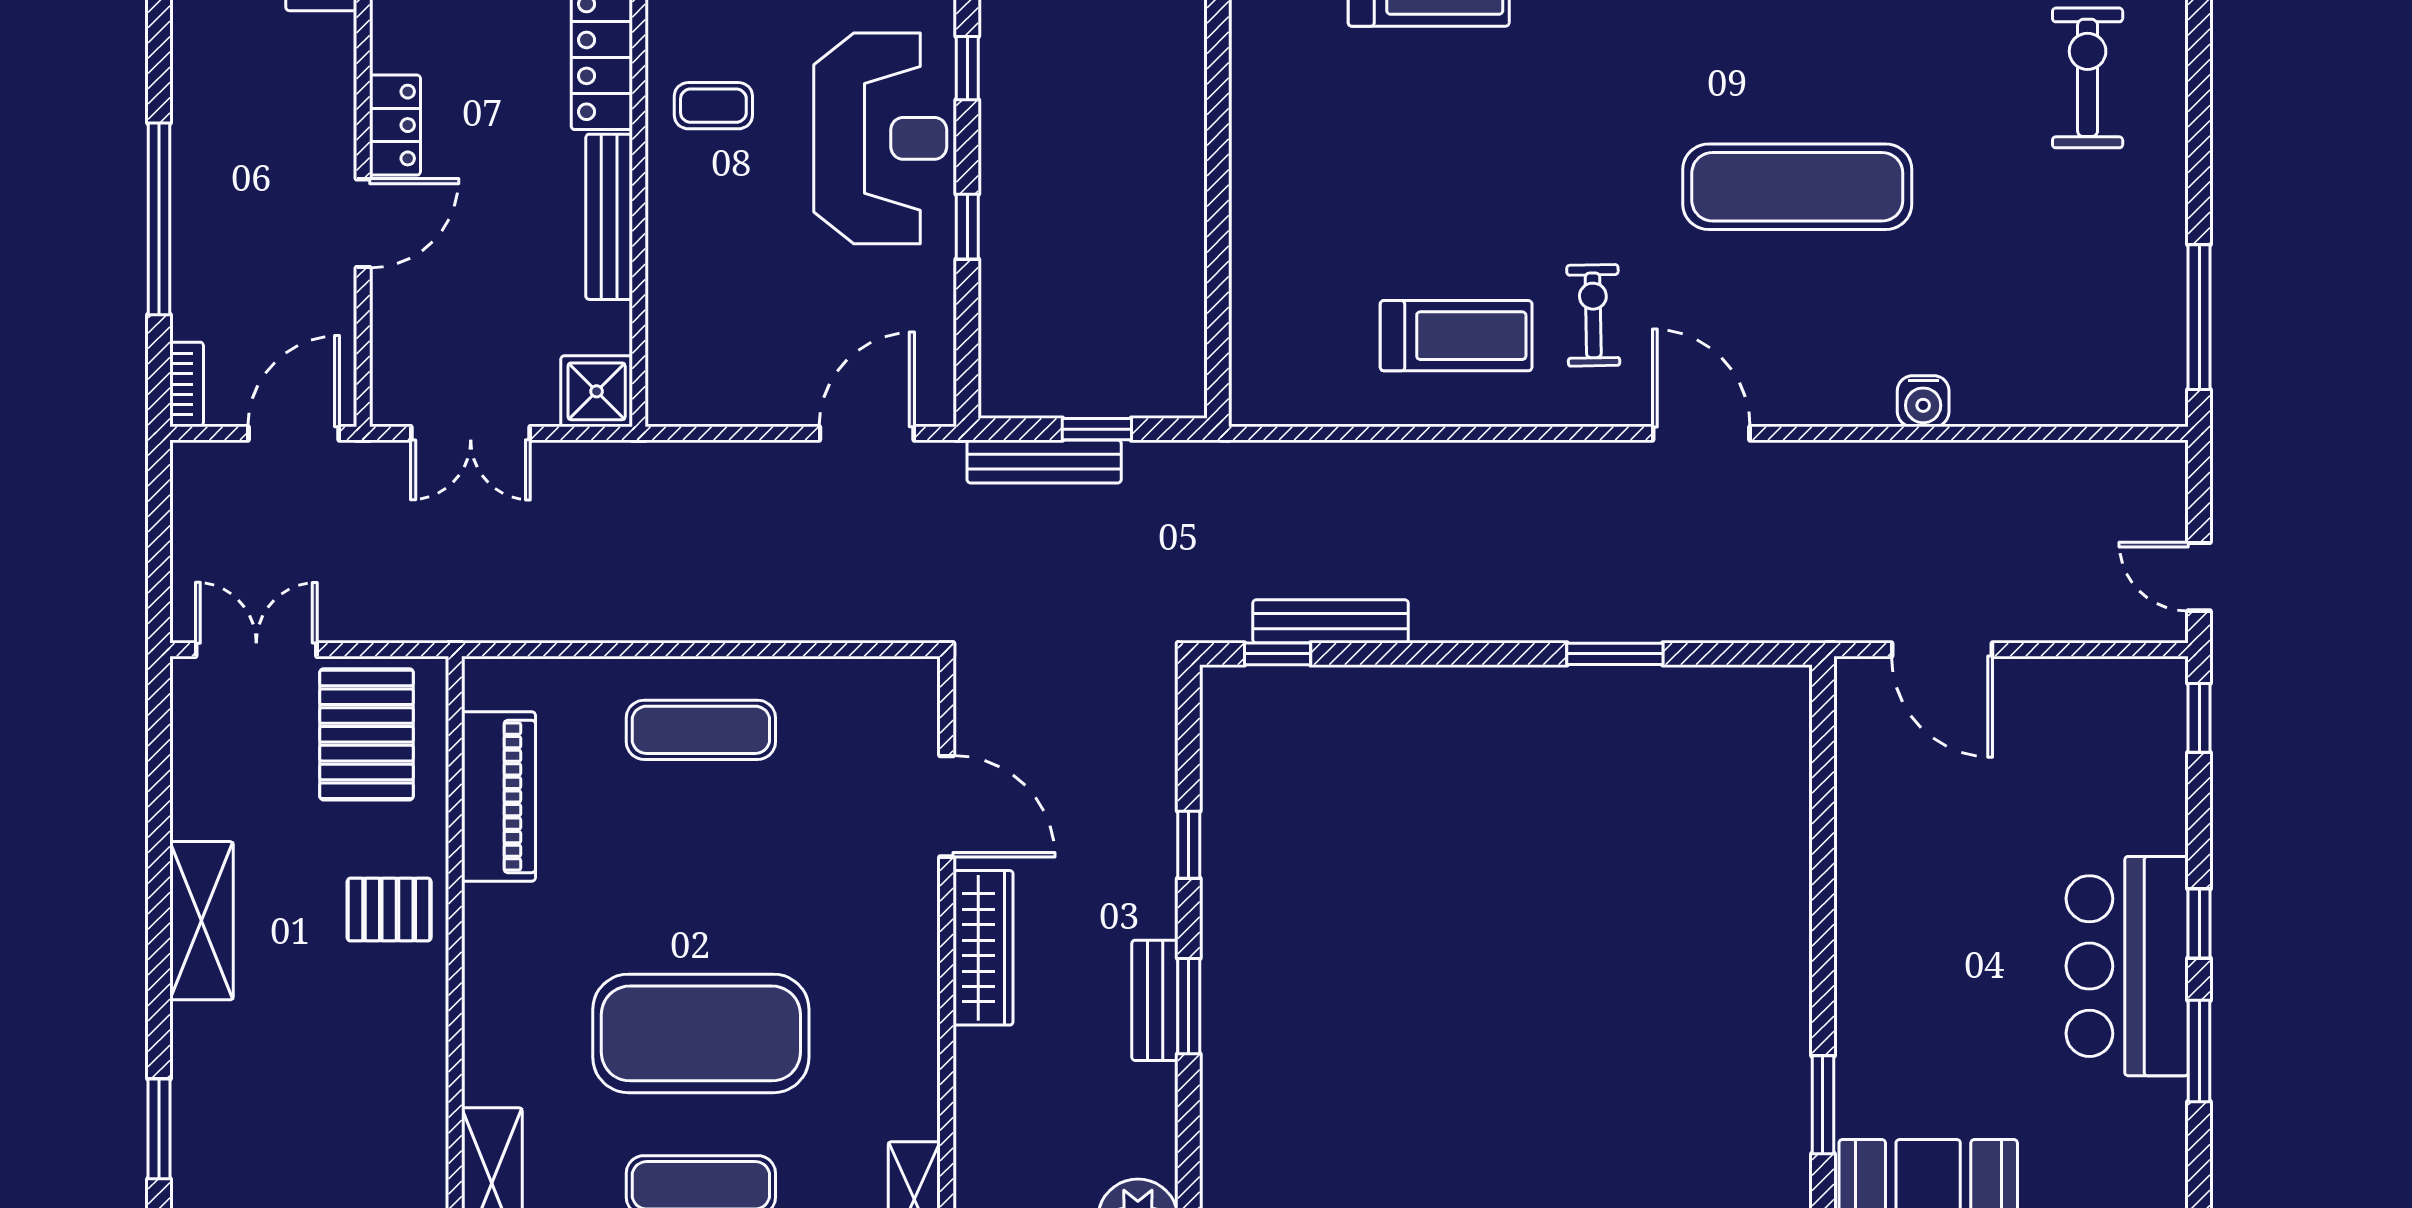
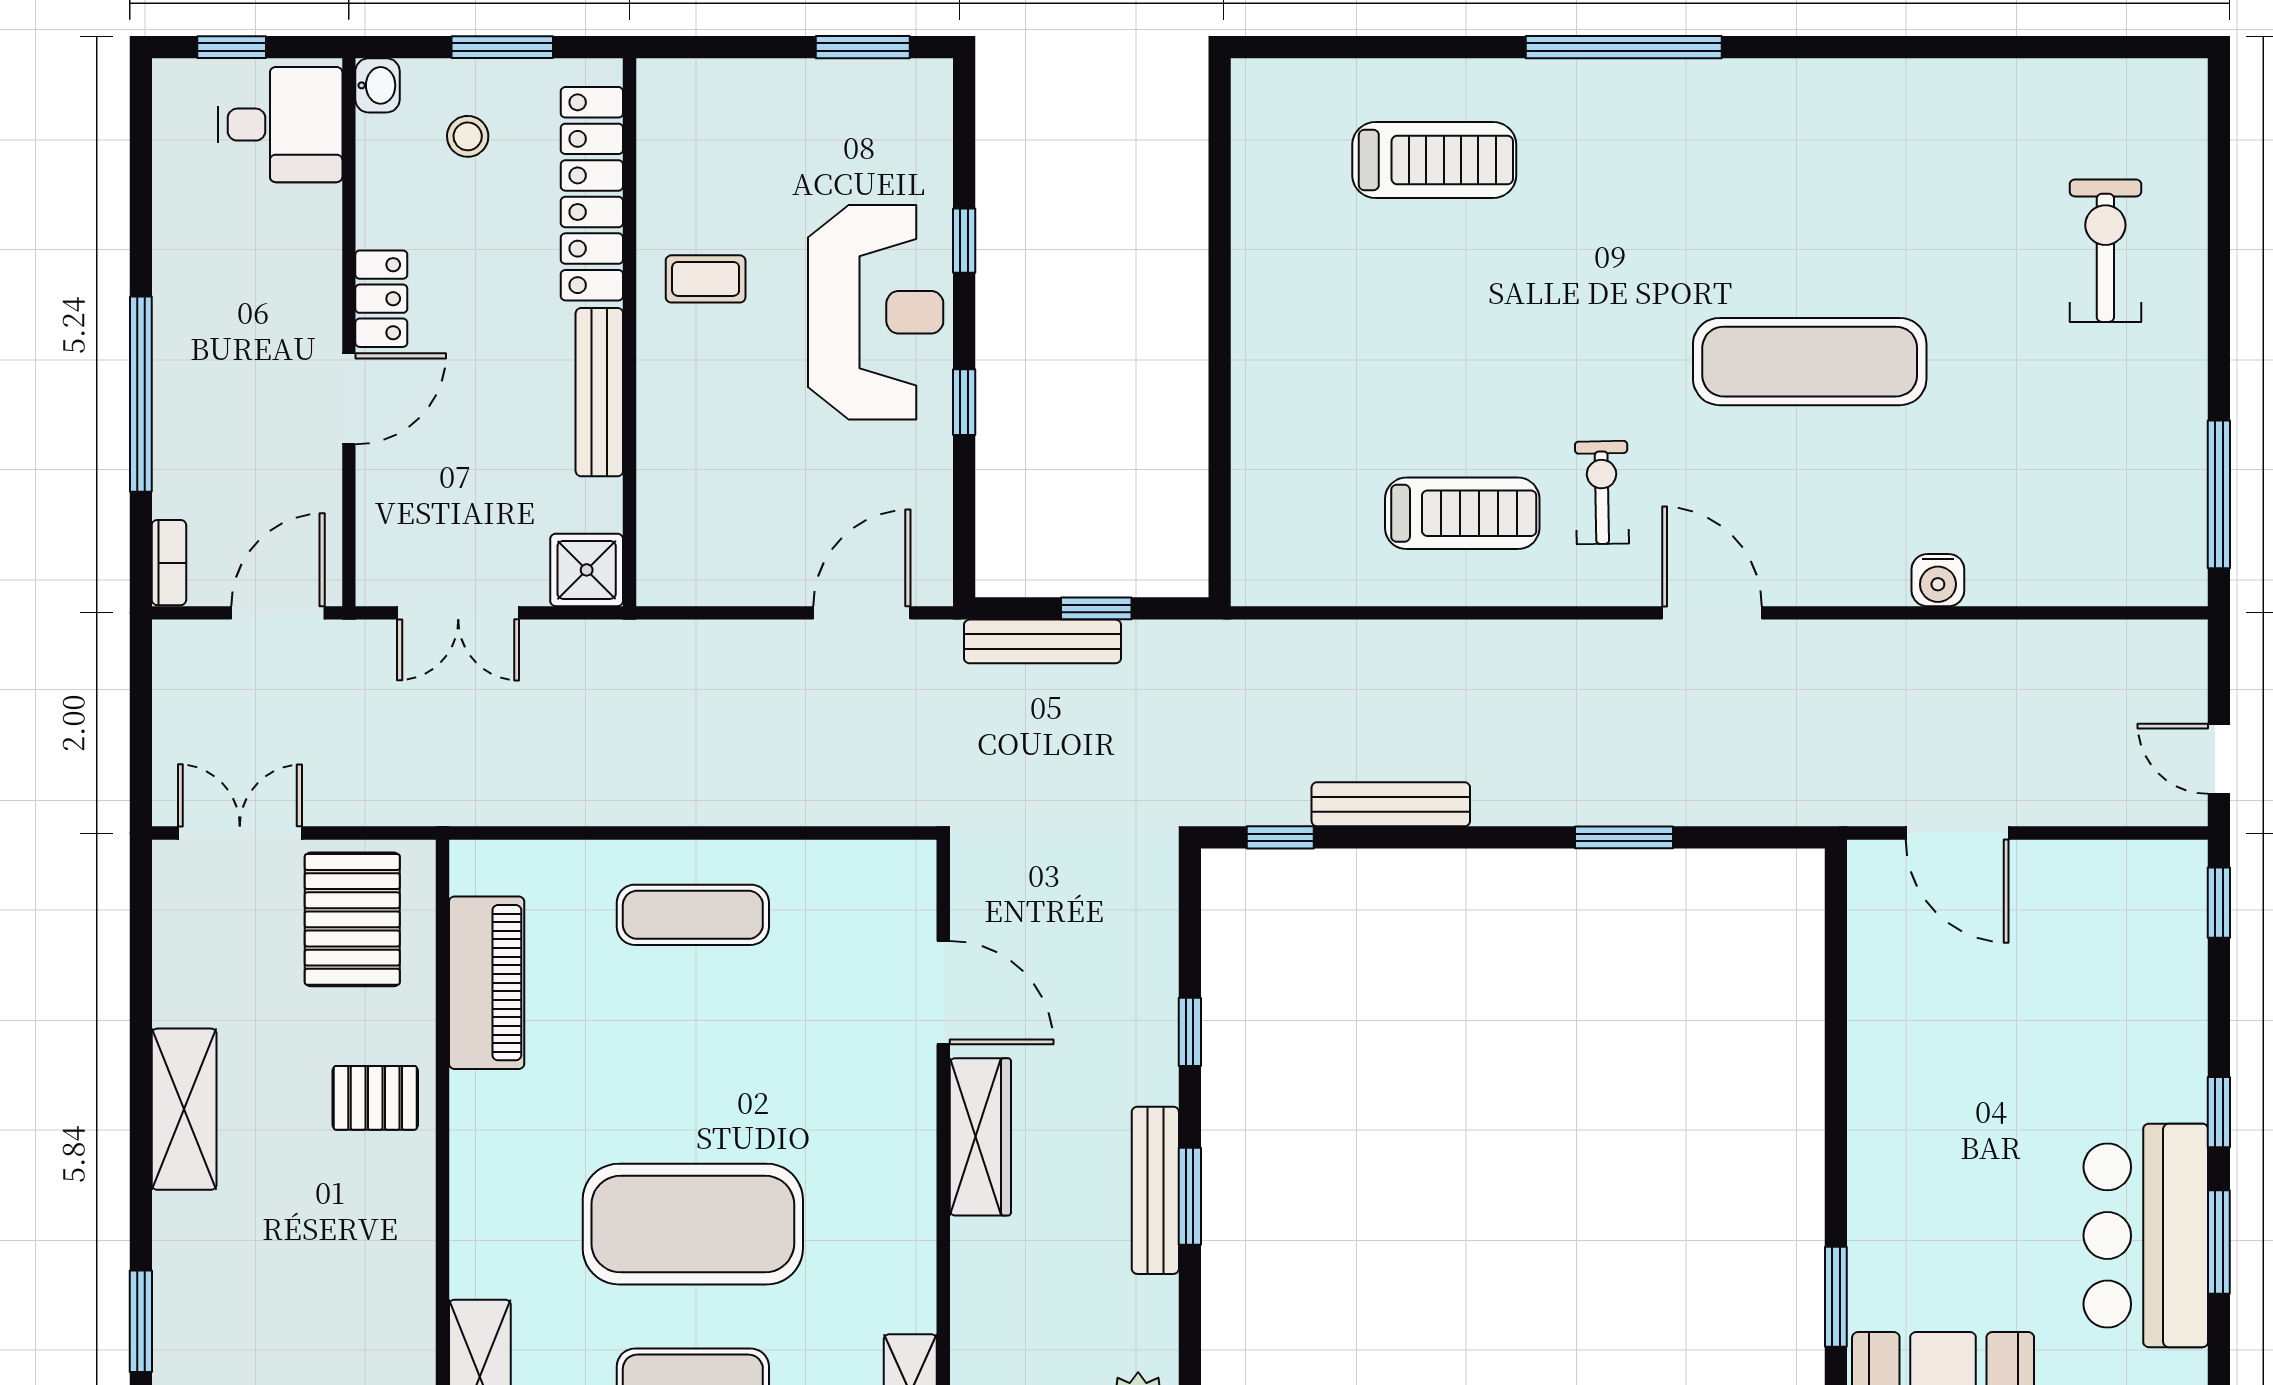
bench: (1331, 621) -> (1391, 804), moved
bar counter: (2127, 966) -> (2146, 1235), moved
bench: (1155, 1000) -> (1155, 1190), width x1.36

